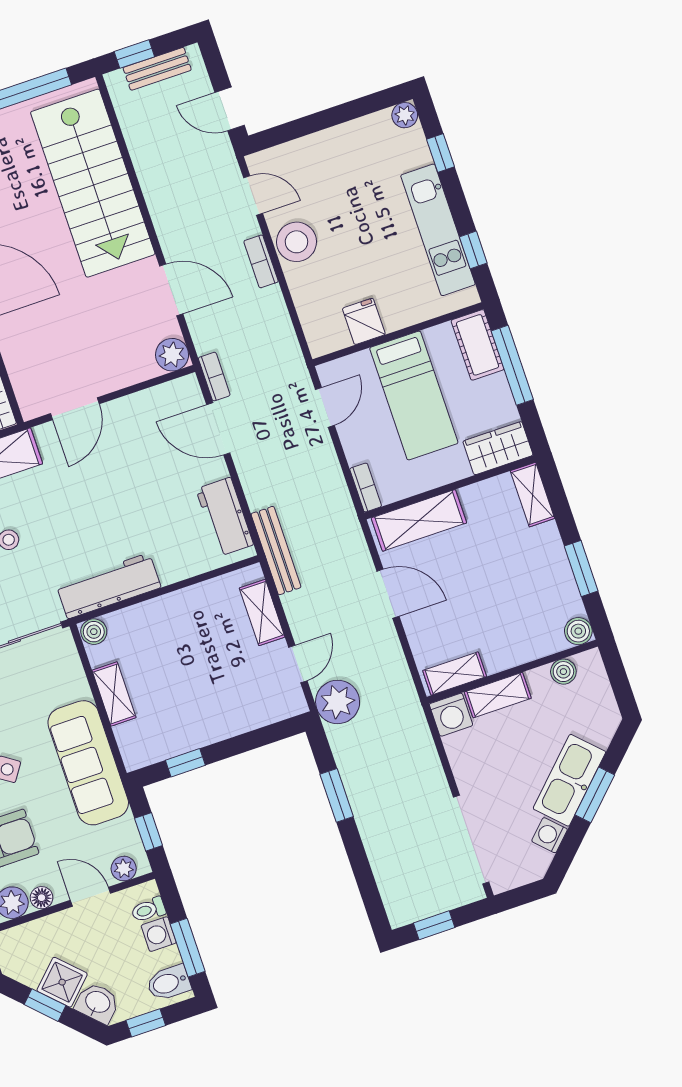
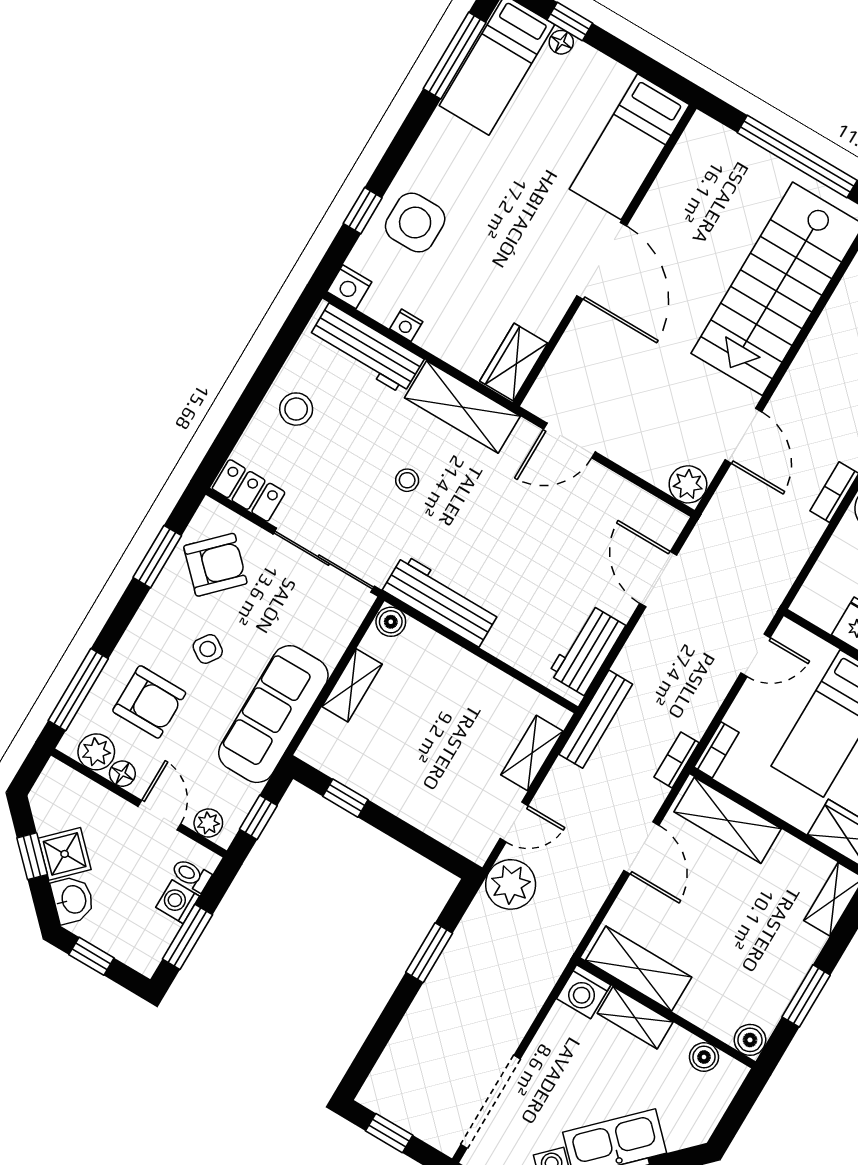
bookcase: (214, 377) -> (676, 760), moved, turned 180
shelving: (455, 674) -> (639, 969), width x1.50, depth x1.33
bidet: (169, 983) -> (143, 946), removed

